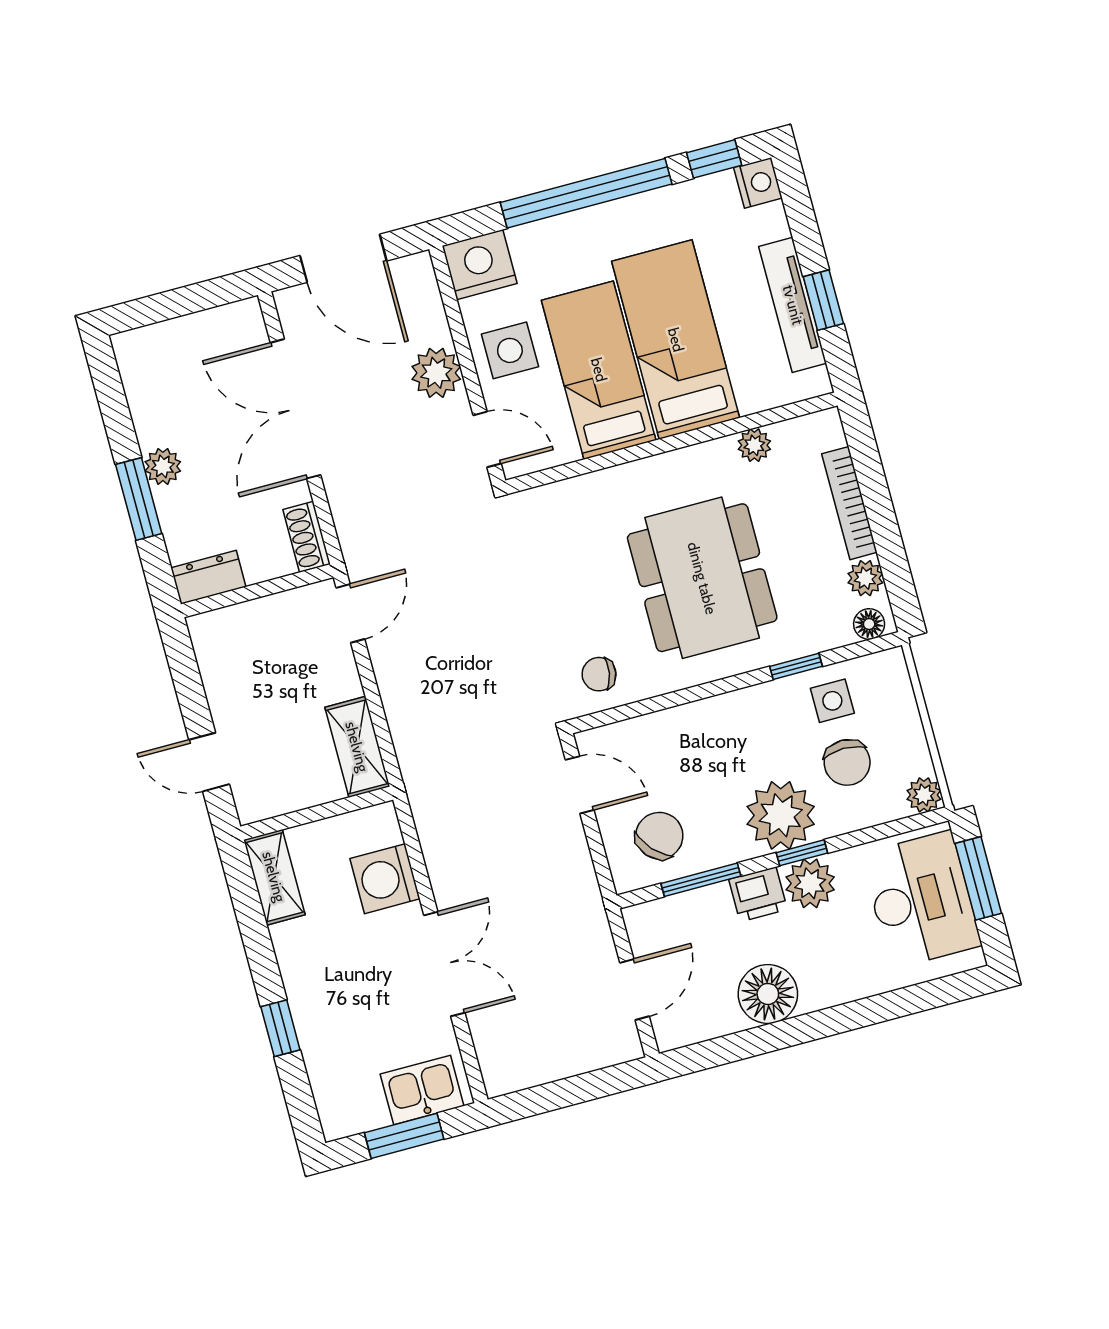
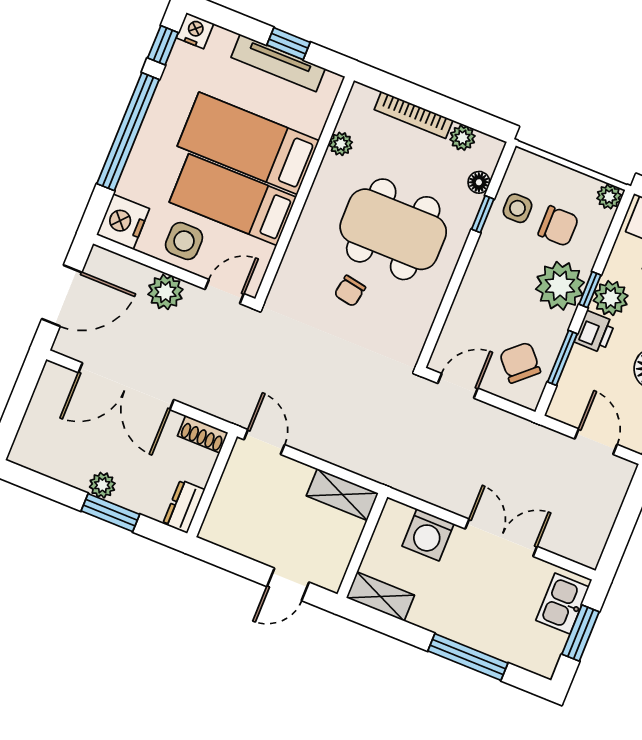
floor lamp: (869, 624) -> (479, 182), moved
chair: (599, 674) -> (350, 291), moved
window: (280, 1028) -> (468, 657), width x2.17

